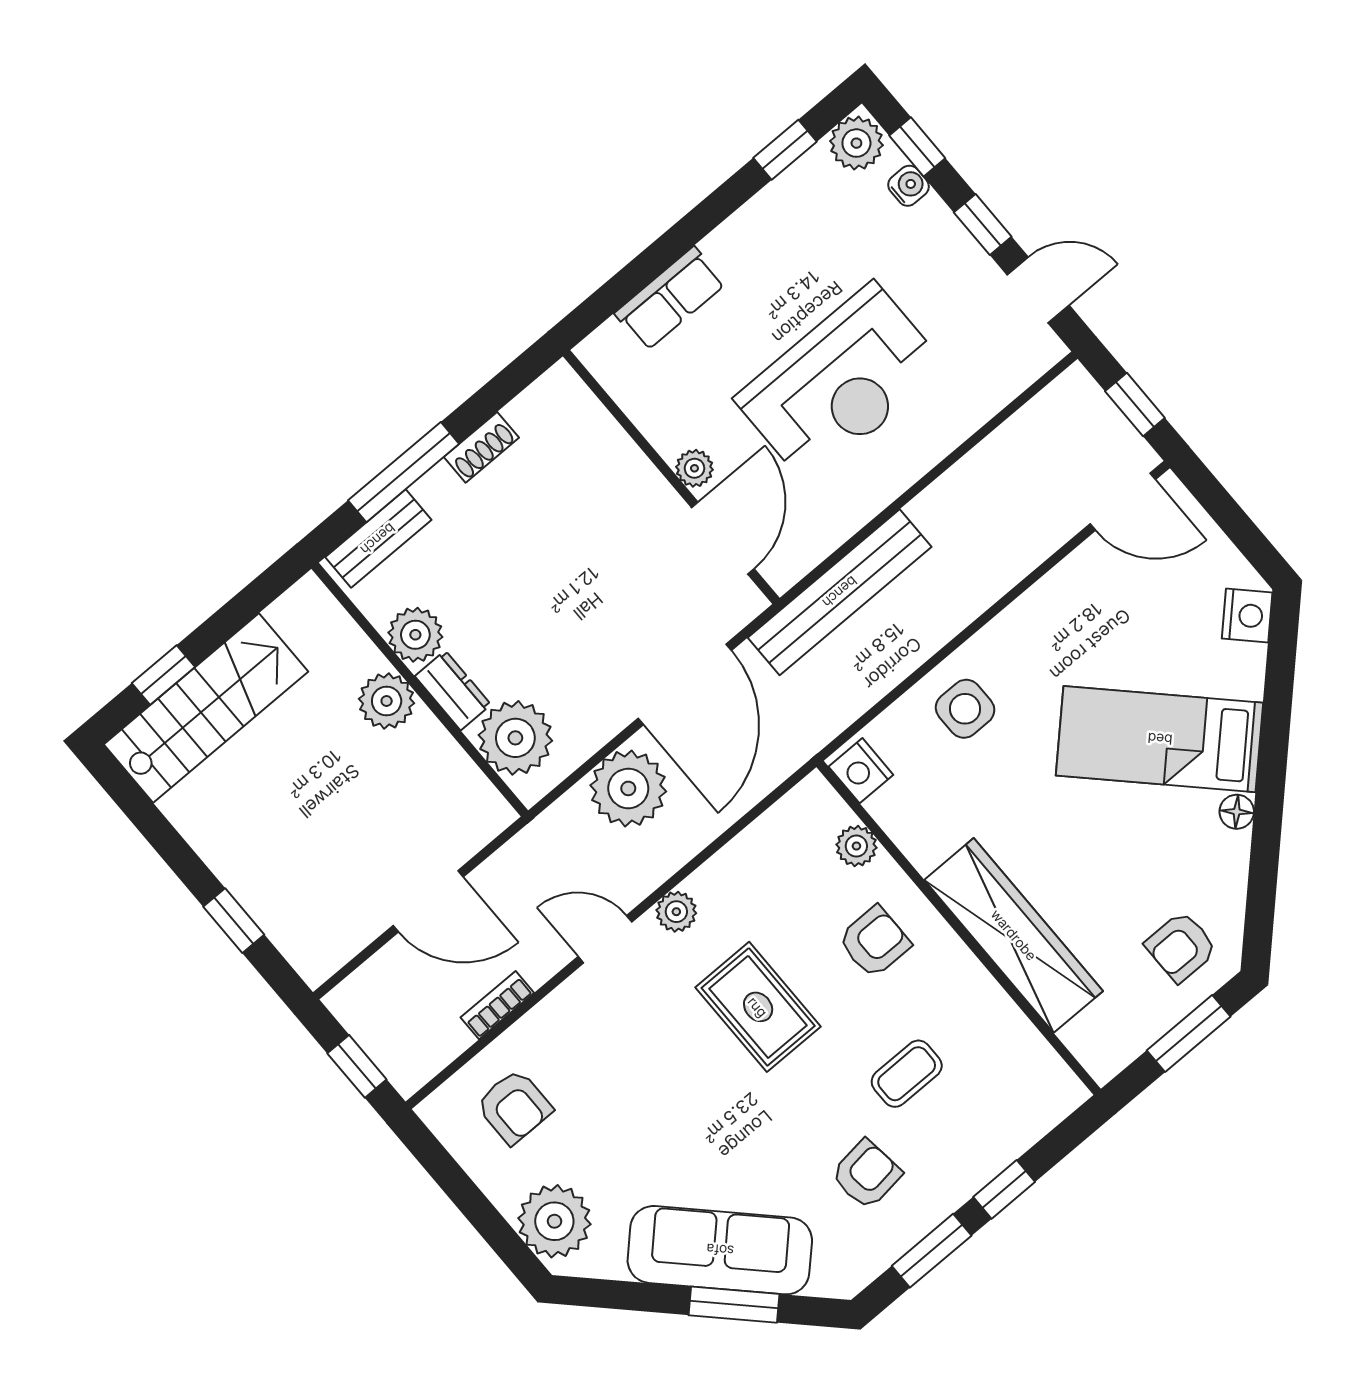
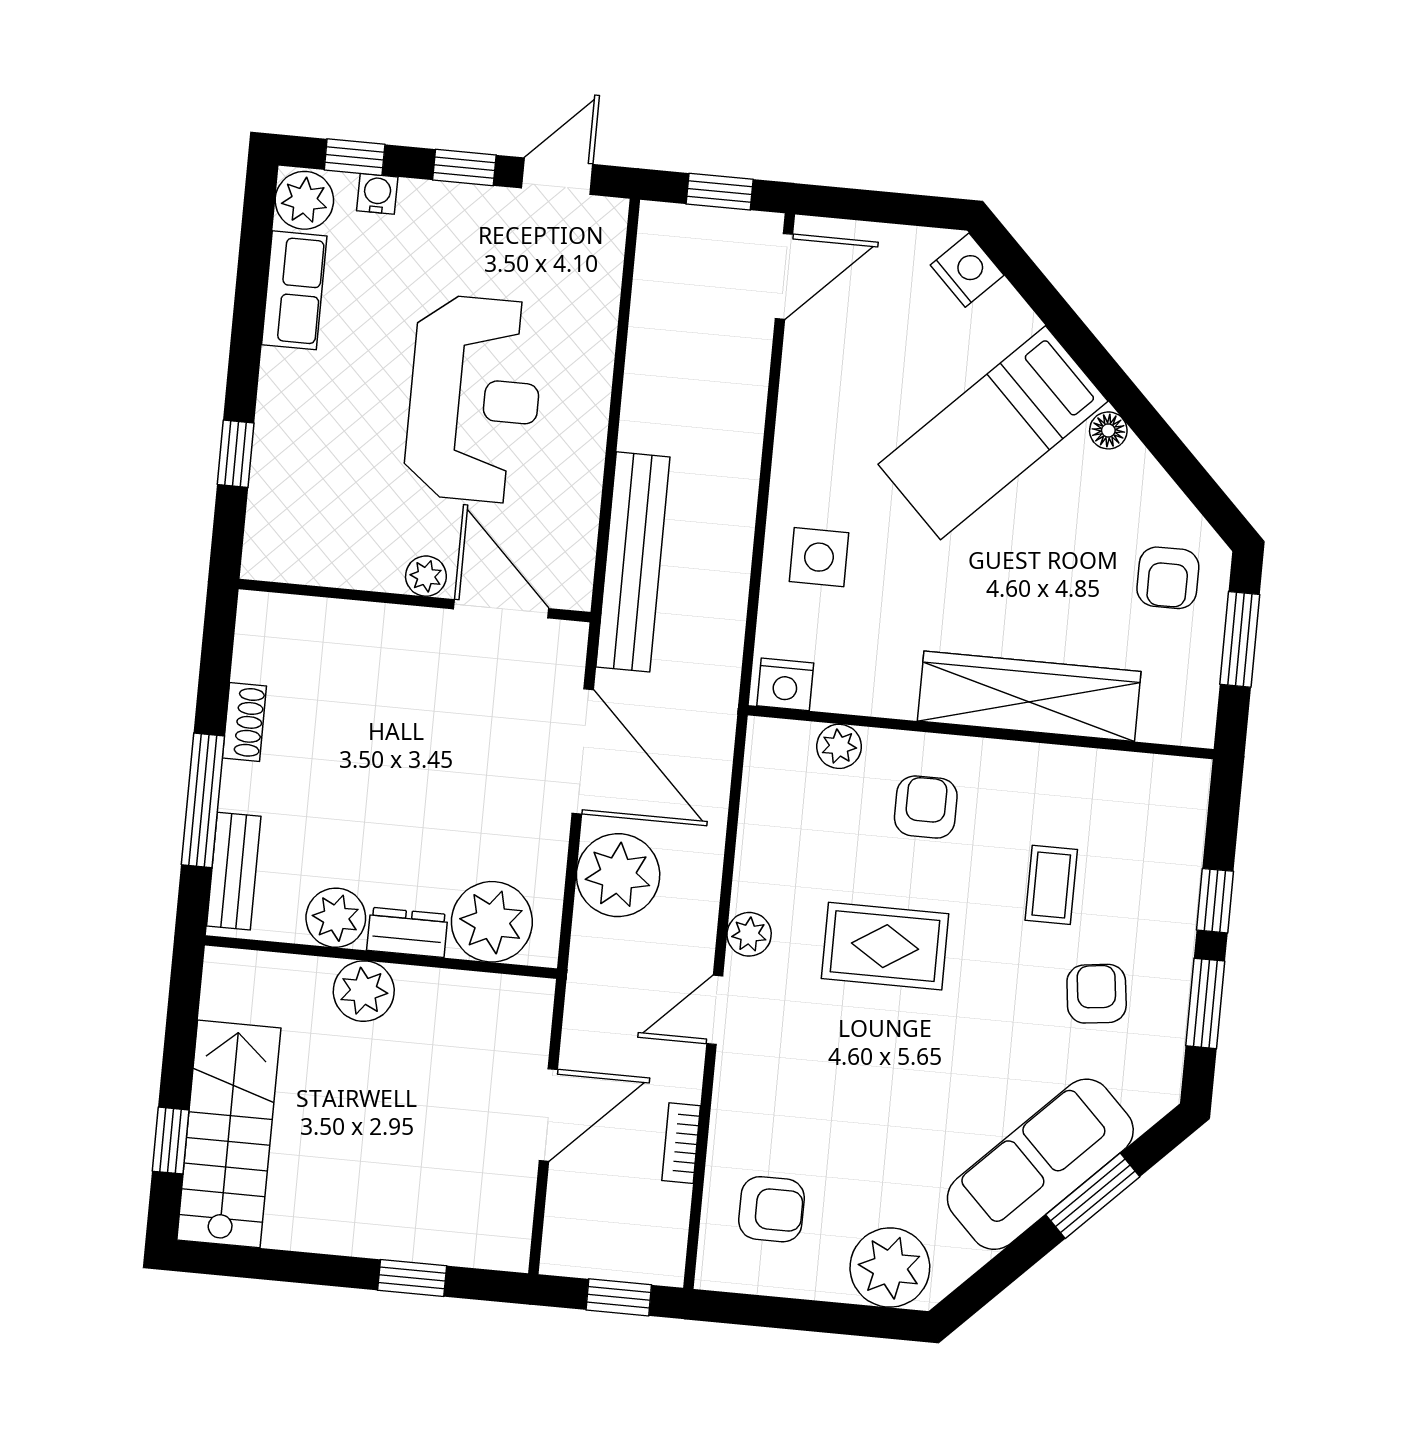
window: (785, 150) -> (236, 454), moved
row of seats: (670, 299) -> (294, 290), moved

